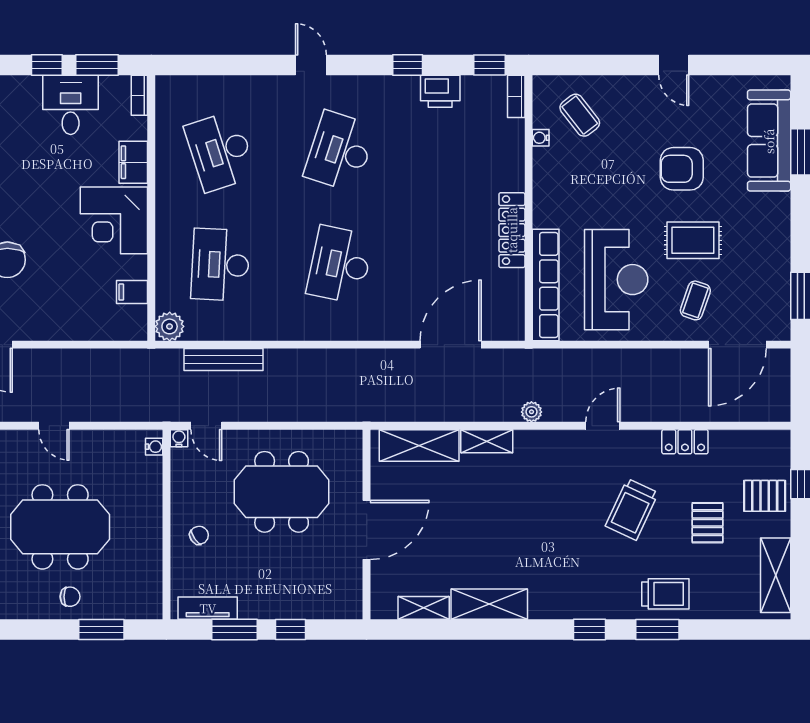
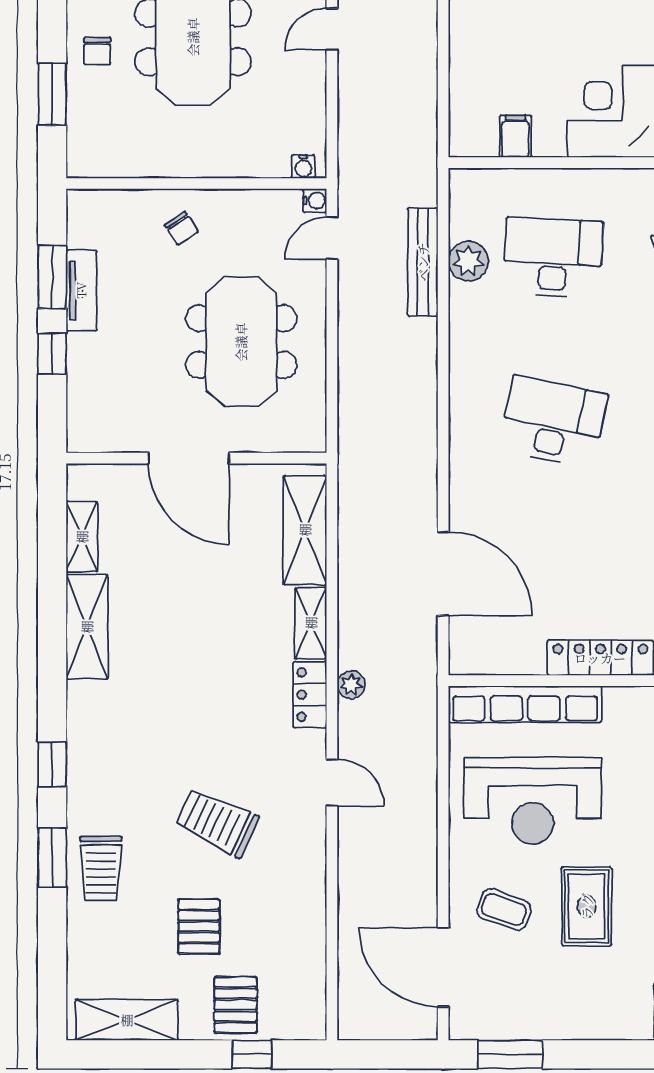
plant: (170, 326) -> (468, 261), moved
locker: (685, 442) -> (310, 695), moved
pallet: (708, 523) -> (199, 926), turned 90
tv unit: (208, 608) -> (81, 290), moved

